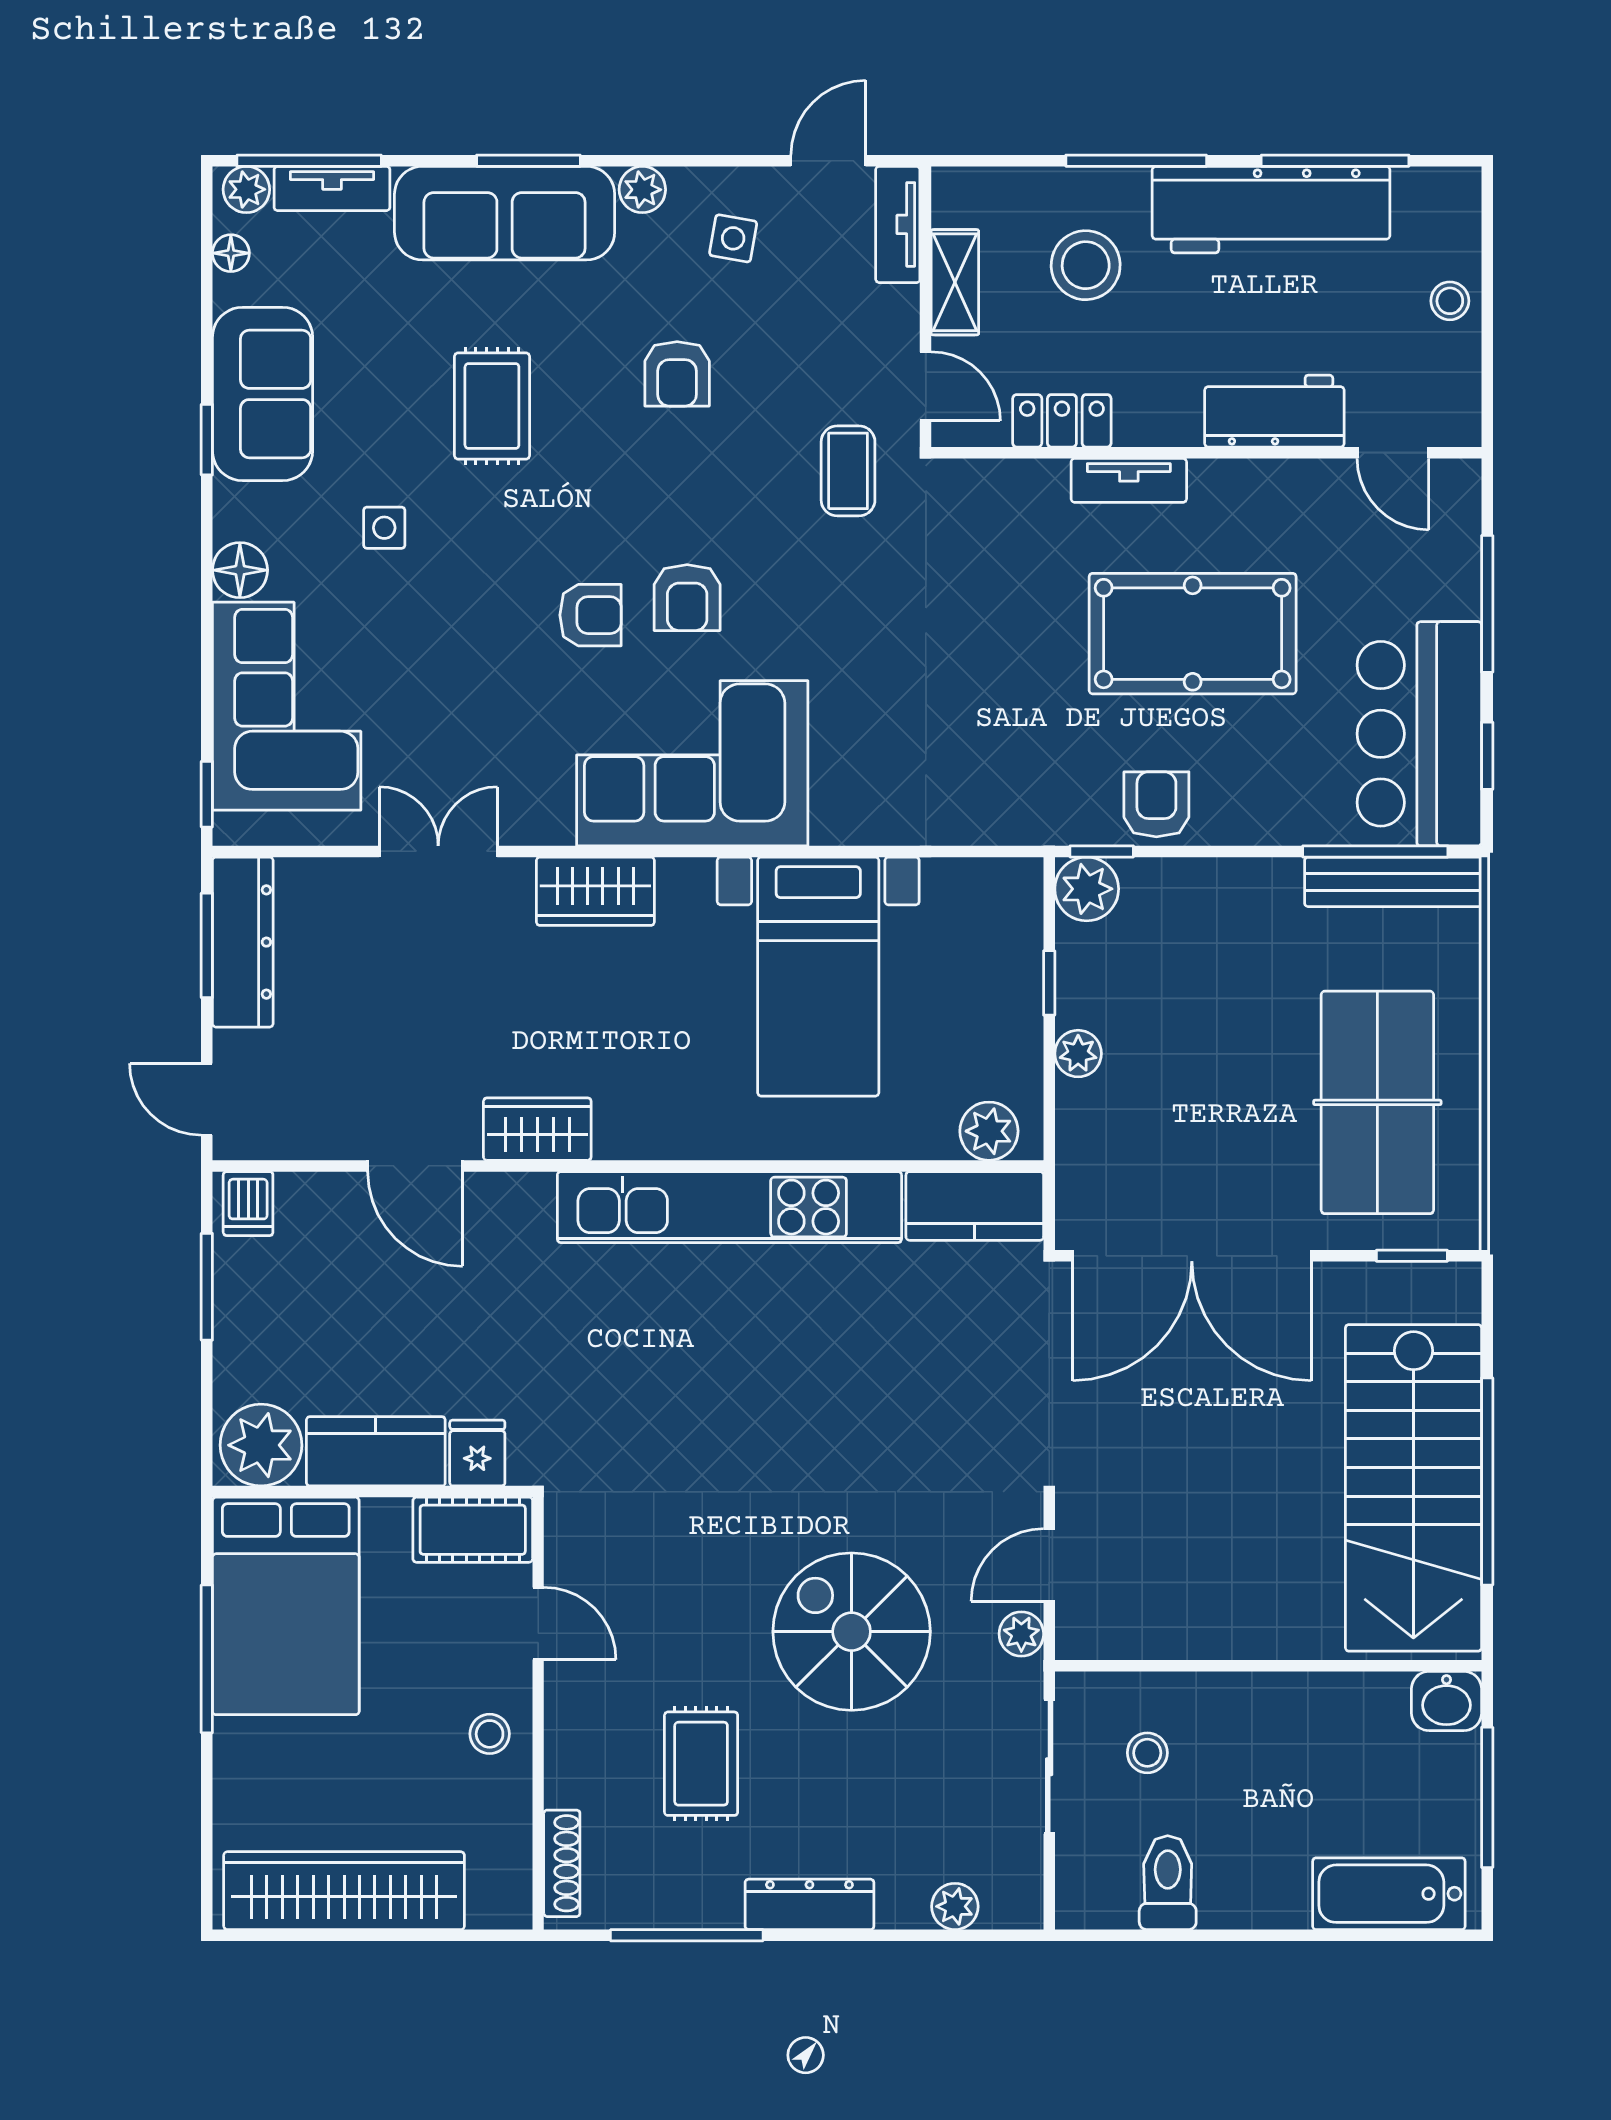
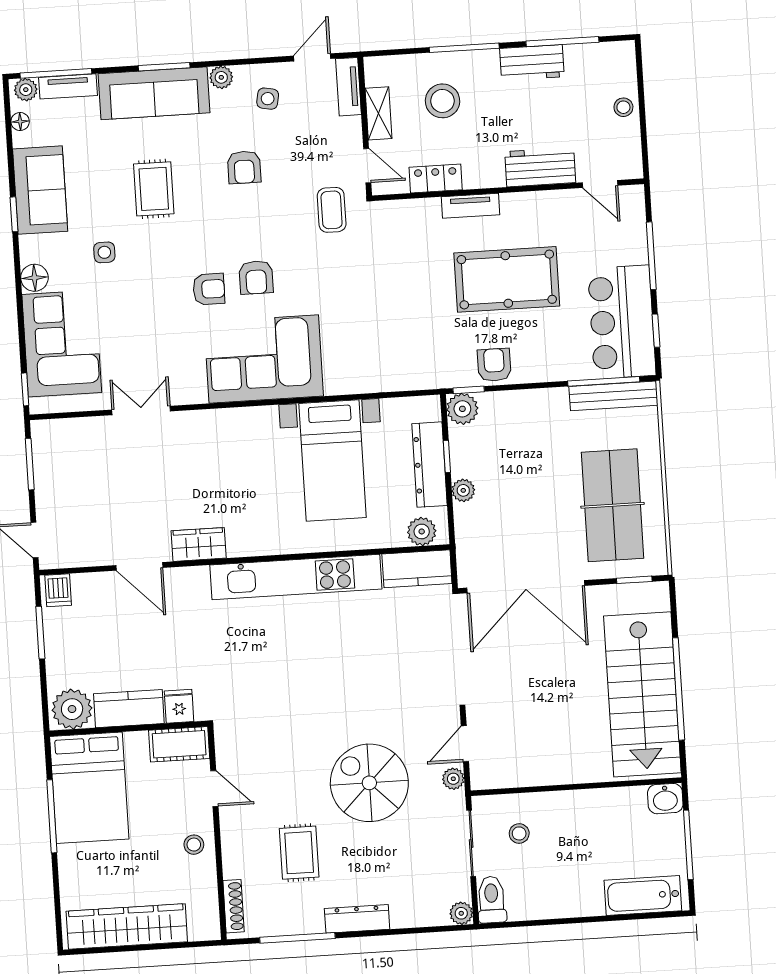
workbench: (1271, 210) -> (532, 63), width x0.53, depth x0.76
wardrobe: (595, 891) -> (220, 425), removed
dresser: (243, 942) -> (429, 465), moved, turned 180
toilet: (1168, 1883) -> (492, 900), moved
plant: (955, 1906) -> (461, 913), moved

